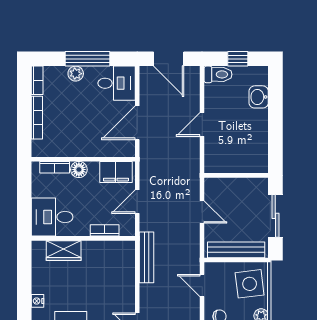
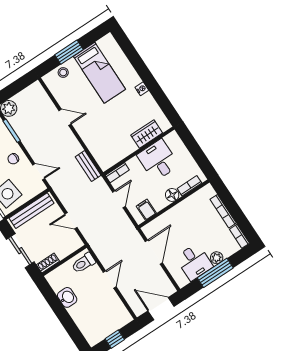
toilet: (218, 74) -> (83, 263), moved
desk: (117, 83) -> (194, 262), moved, turned -90
washbasin: (259, 97) -> (67, 297), moved
filing cabinet: (116, 172) -> (146, 210), width x0.50
shoe rack: (255, 184) -> (48, 263), added
desk: (52, 217) -> (158, 160), moved, turned -90
bookcase: (105, 230) -> (117, 173), moved
bench: (147, 257) -> (88, 166), width x0.73

